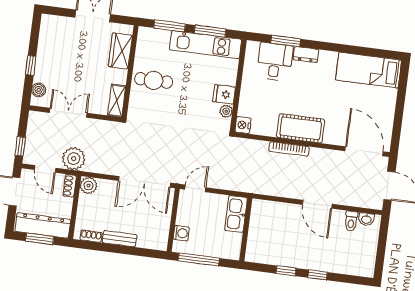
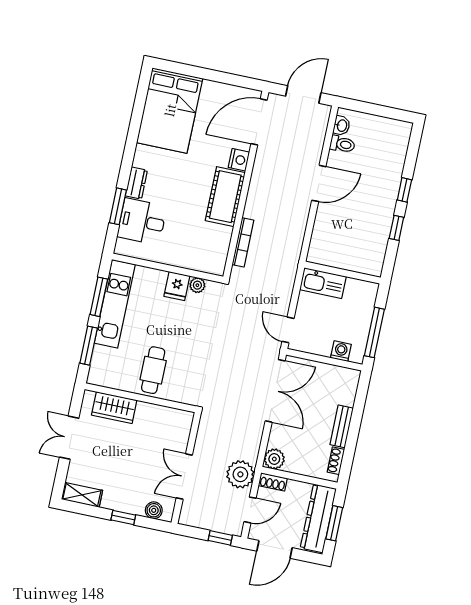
bed: (369, 70) -> (170, 110), width x1.50
shelving: (117, 101) -> (82, 495), moved
nightstand: (243, 125) -> (239, 160), moved, turned -90
bookcase: (289, 149) -> (243, 242), moved

